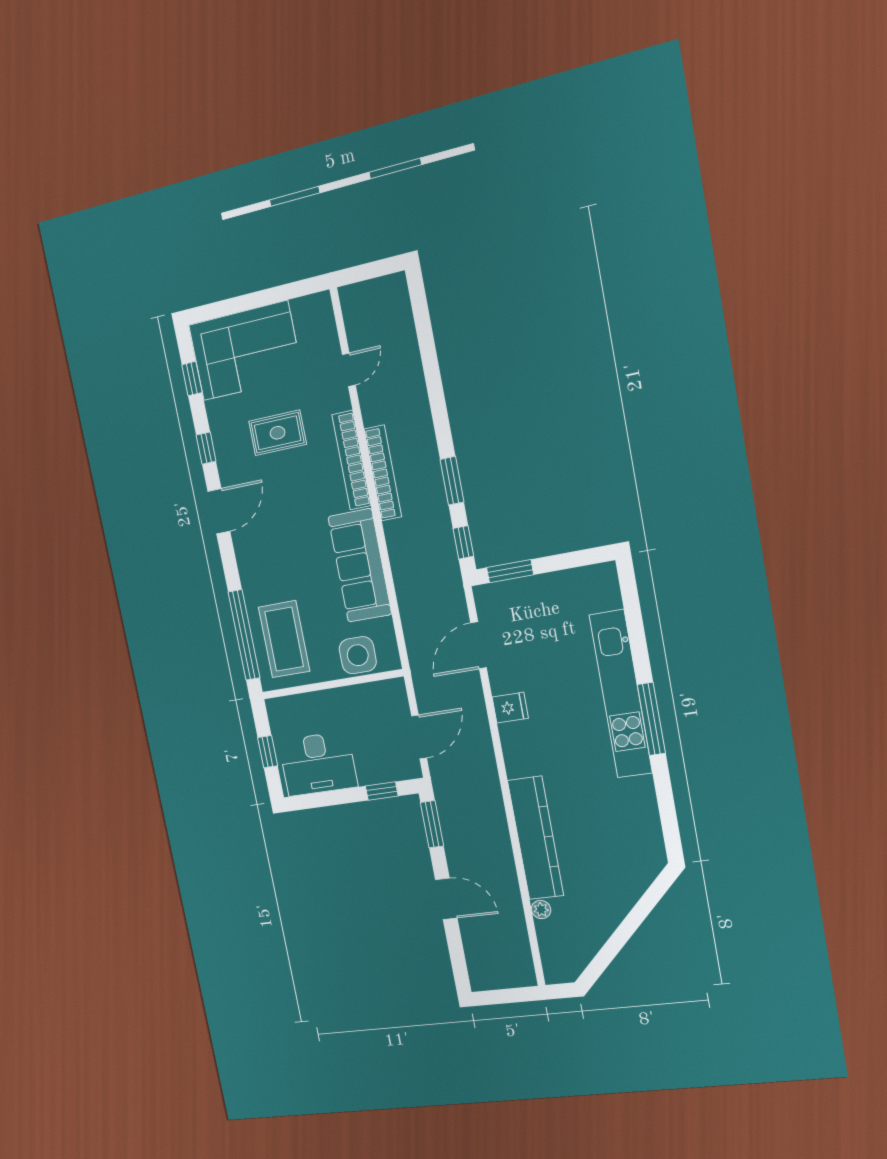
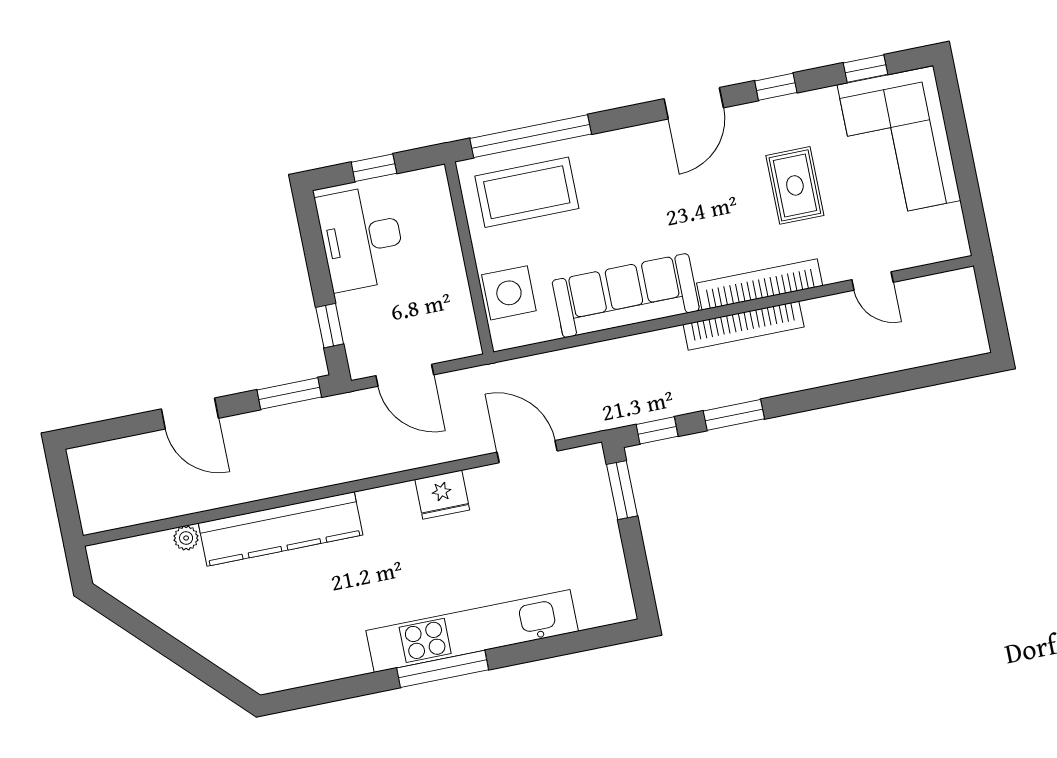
door: (219, 511) -> (694, 103), hinge flipped
fridge: (510, 708) -> (442, 495), width x1.38
door: (446, 899) -> (190, 414), hinge flipped

